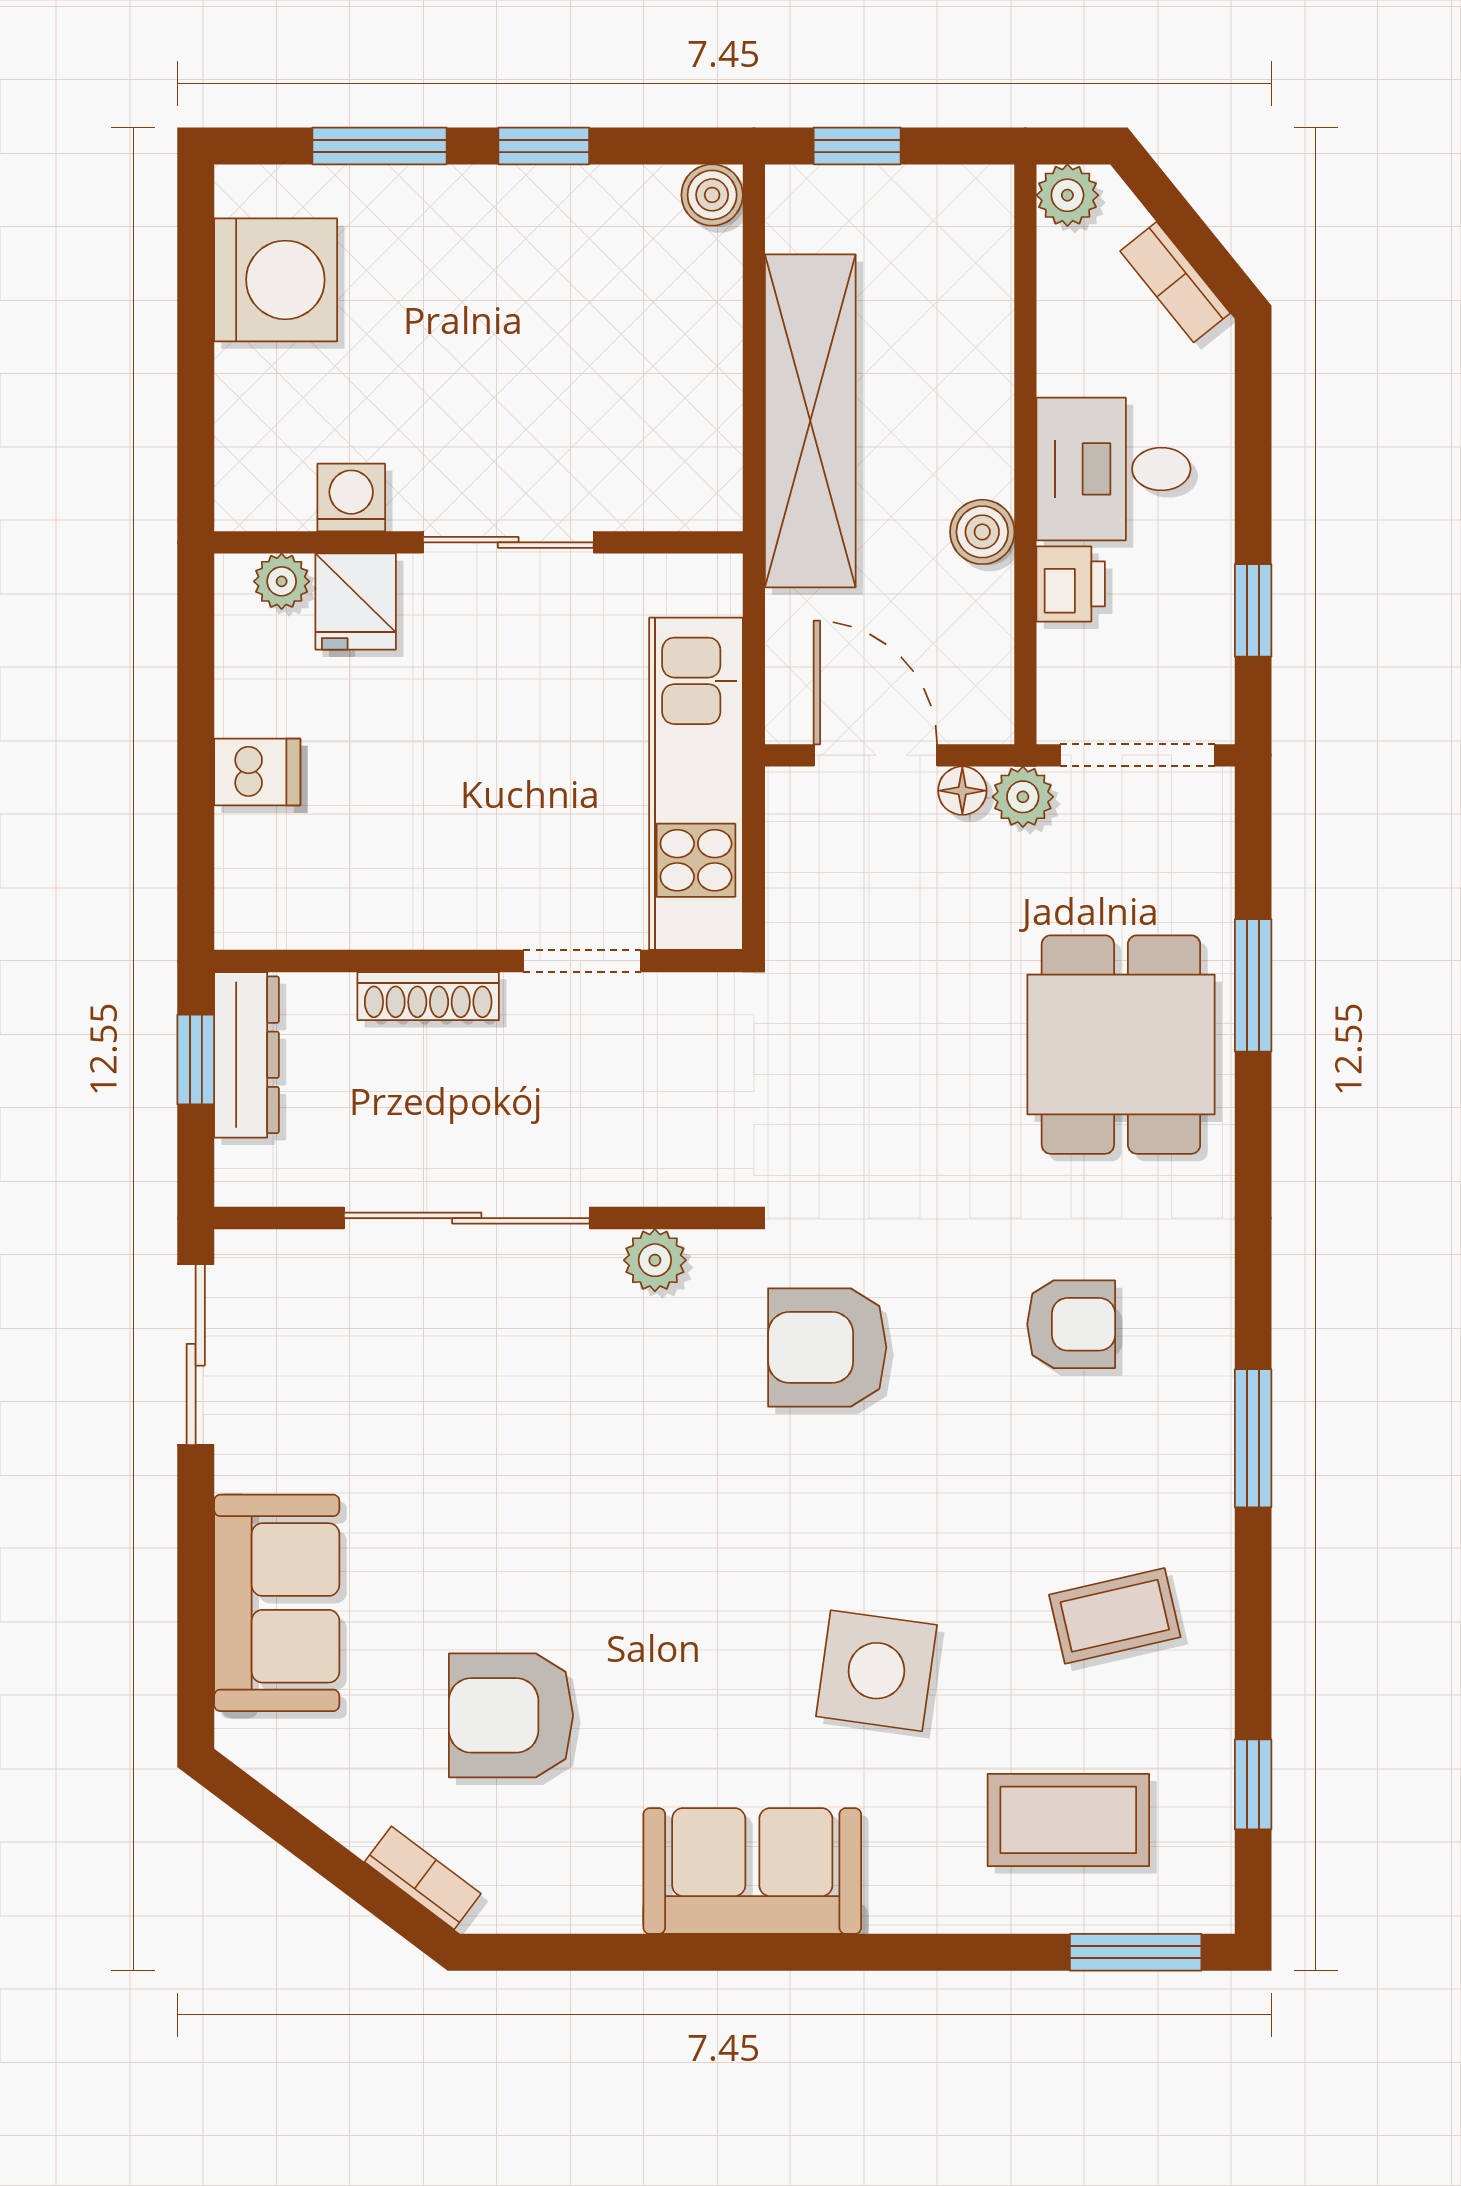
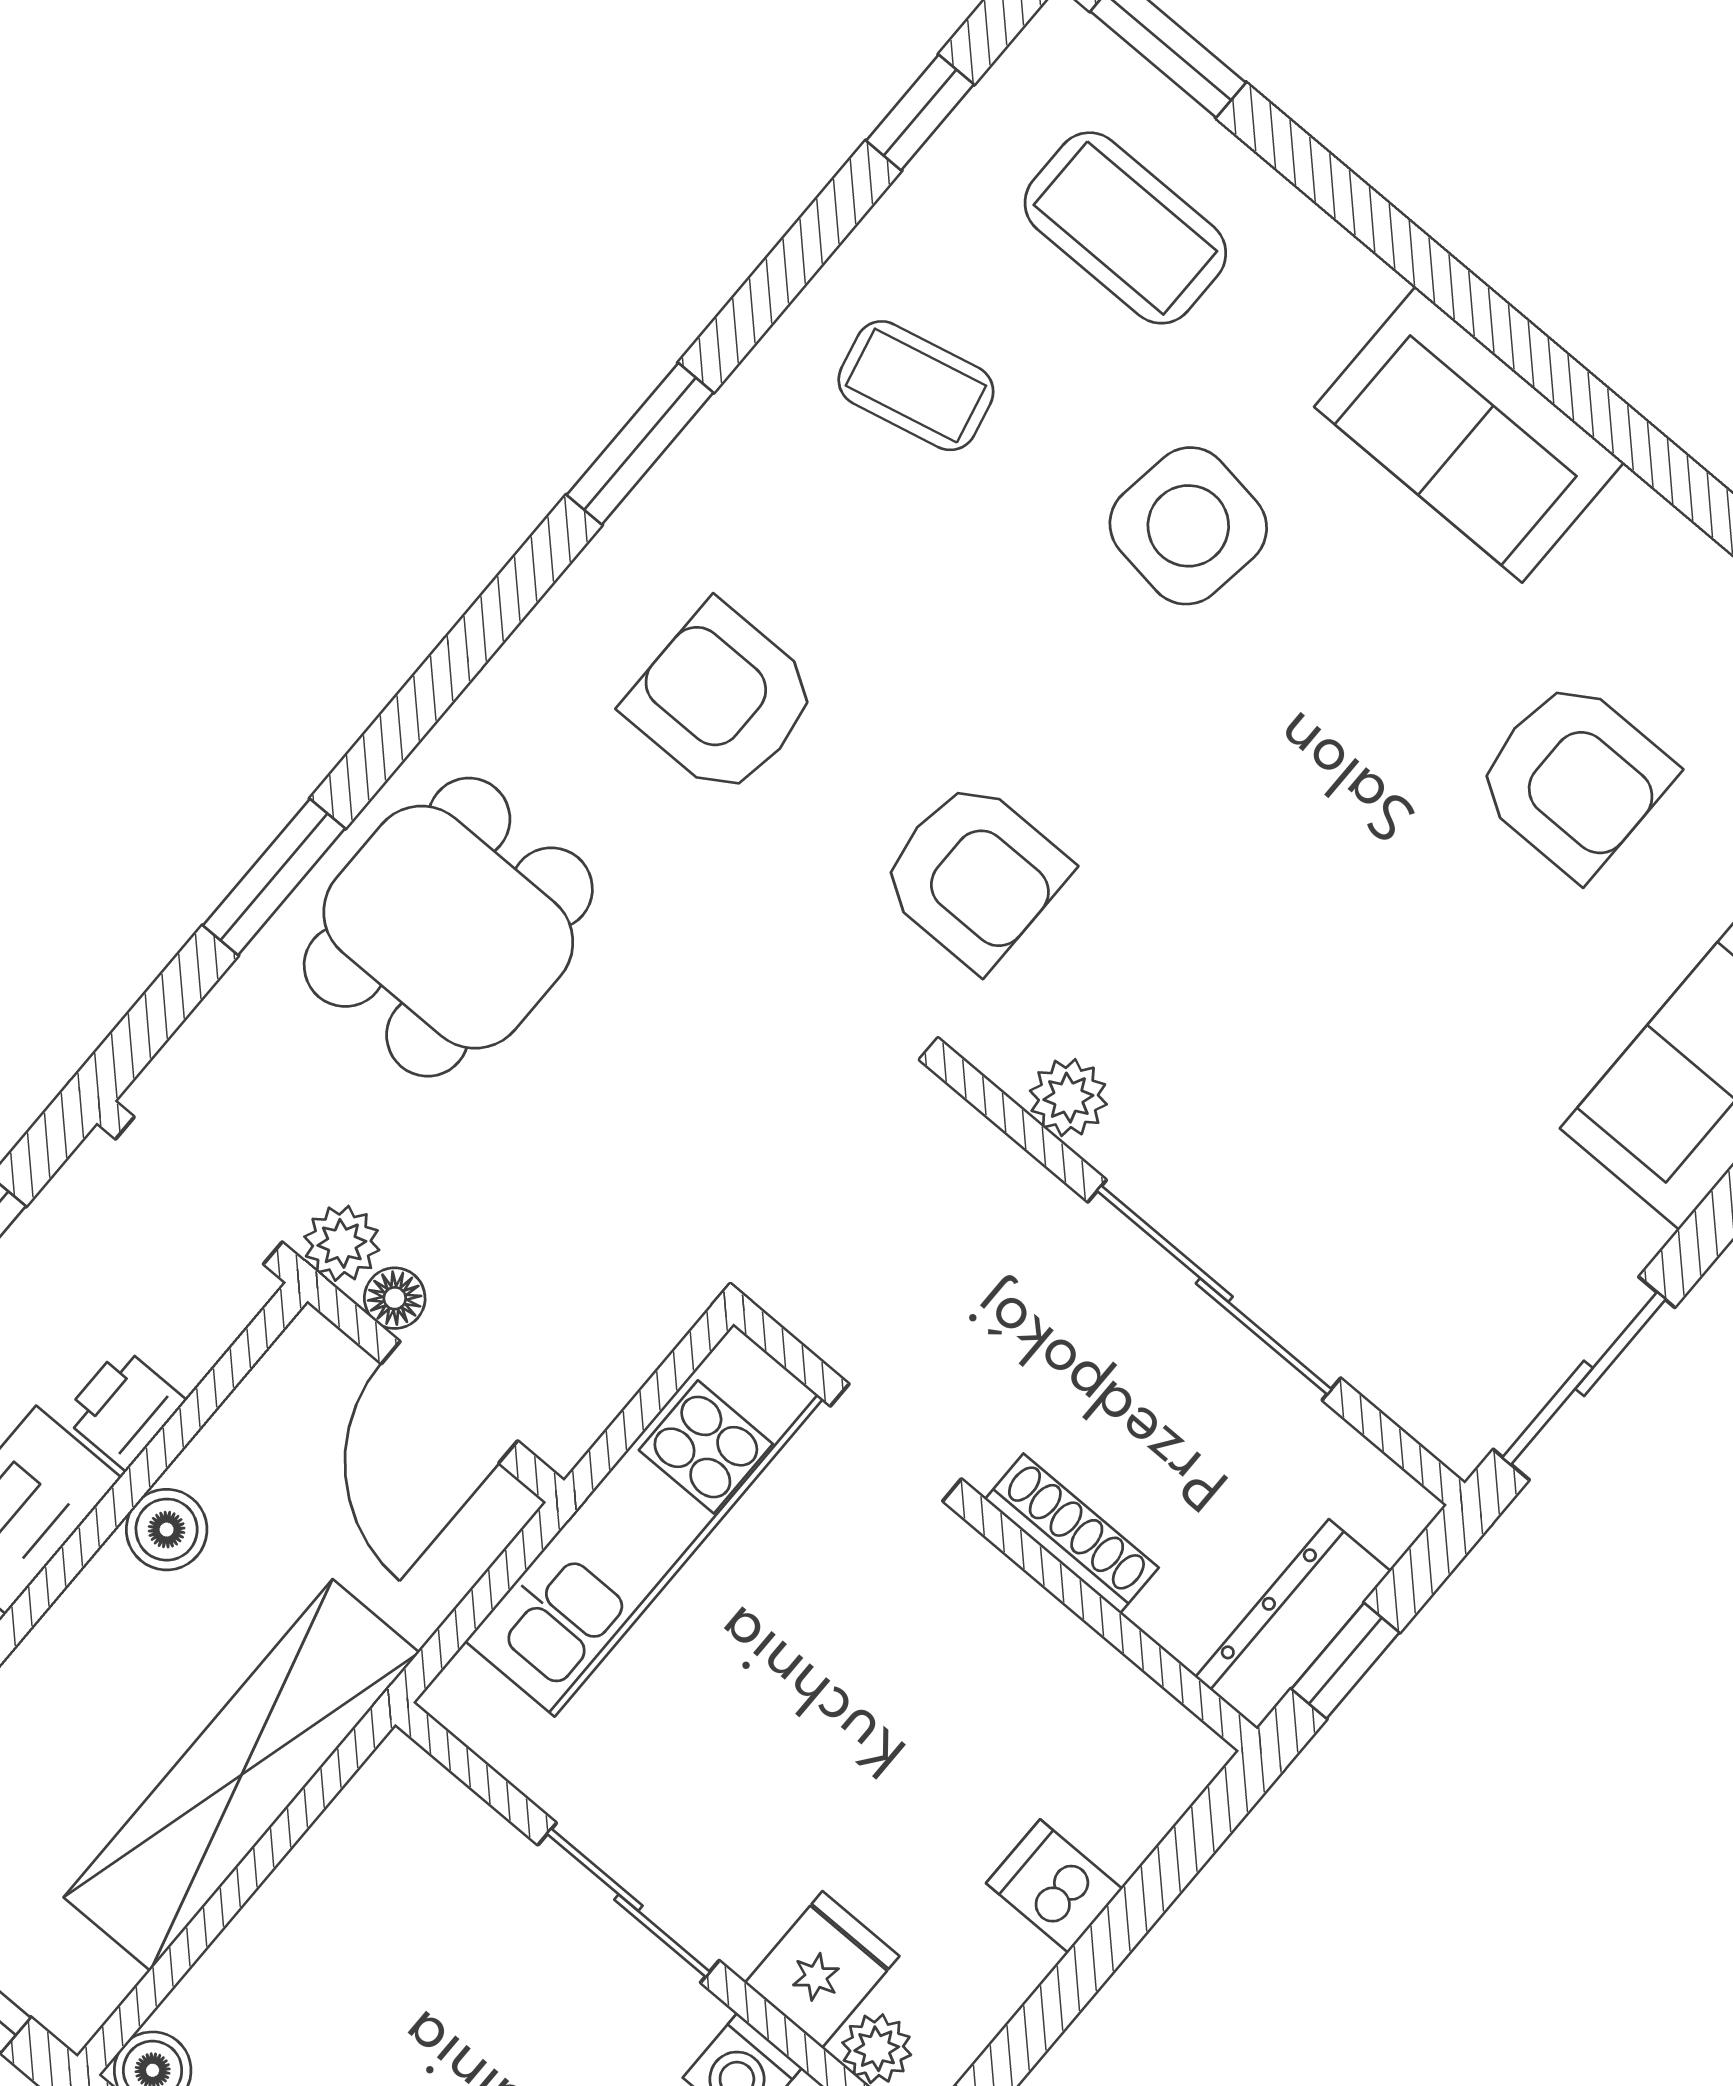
armchair: (1071, 1324) -> (722, 700), width x1.38, depth x1.38

